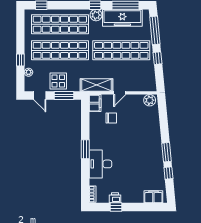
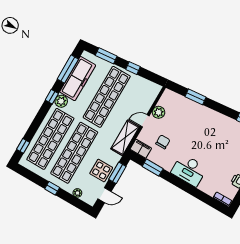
window: (155, 30) -> (106, 56), width x0.69
window: (20, 60) -> (52, 188), moved
door: (120, 93) -> (145, 121), swing flipped
plant: (150, 100) -> (159, 112), moved
window: (85, 149) -> (153, 168), moved
window: (166, 152) -> (196, 97), moved
desk: (100, 164) -> (189, 170), moved

